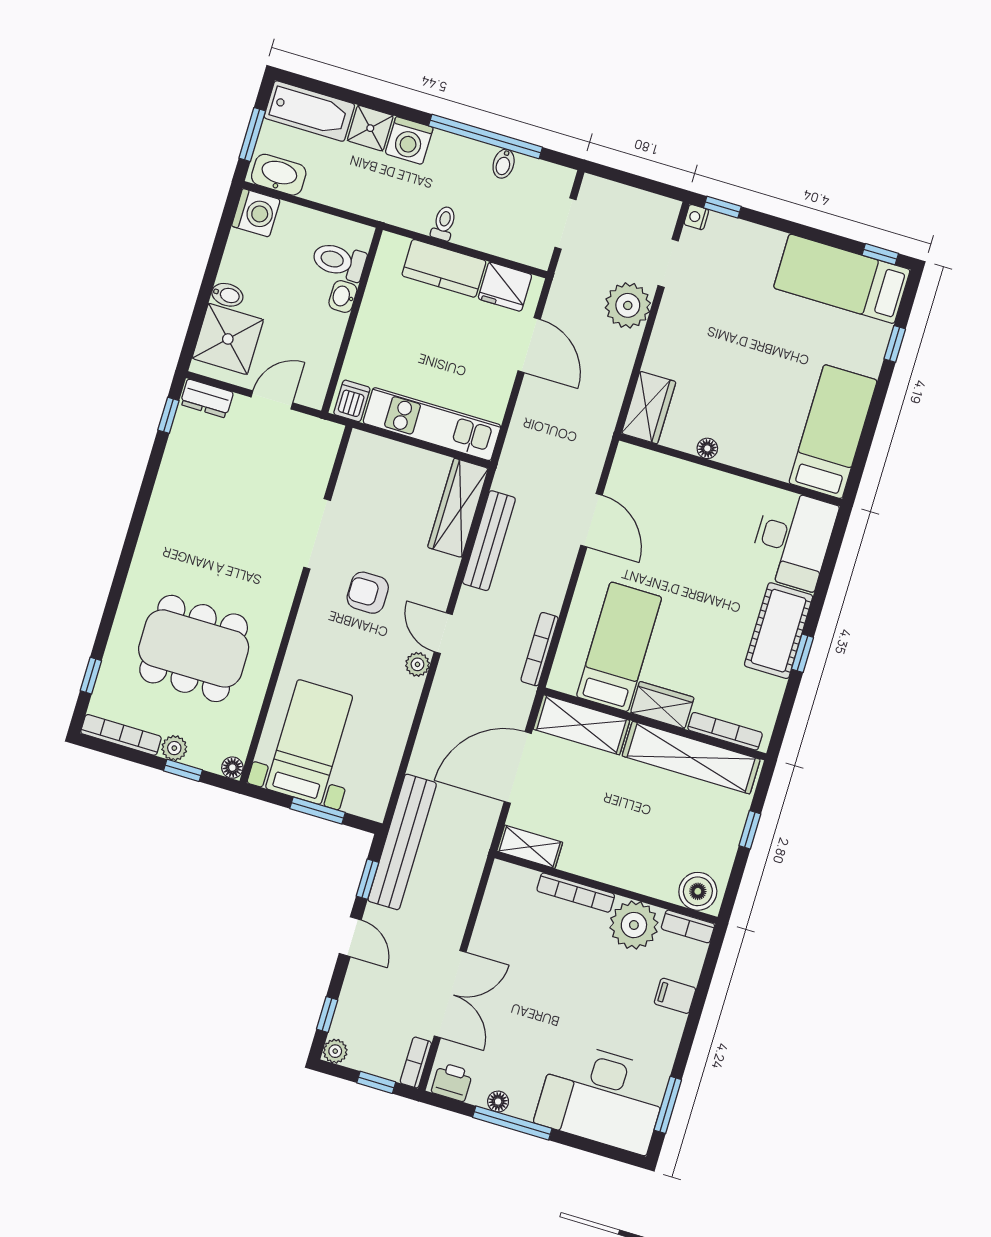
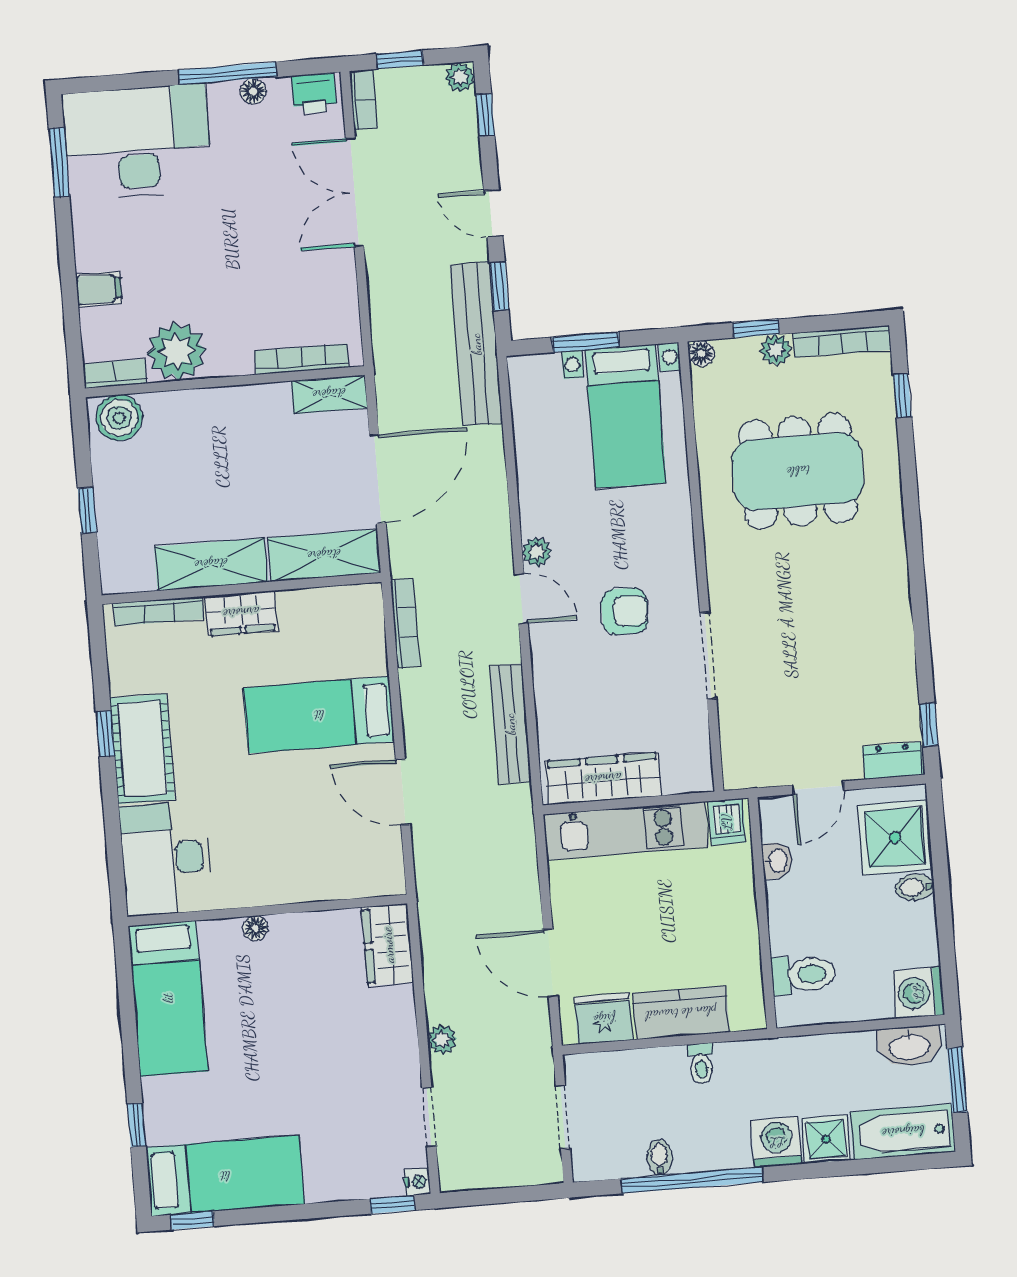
washbasin: (343, 297) -> (777, 861), moved
plant: (628, 305) -> (442, 1039), width x0.53, depth x0.53
floor lamp: (707, 448) -> (255, 928), moved
wardrobe: (458, 508) -> (603, 779), moved, turned -90
bed: (619, 647) -> (319, 715), moved, turned 90
shelving: (691, 758) -> (211, 564), width x0.68
bookcase: (576, 893) -> (302, 359), moved

